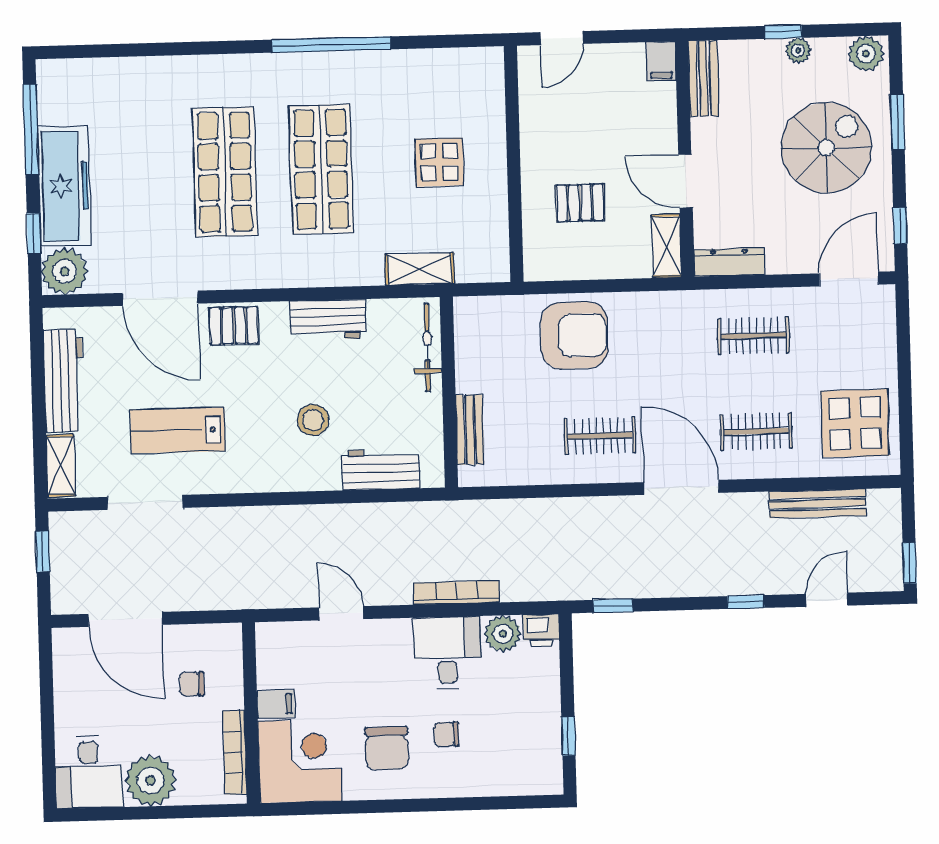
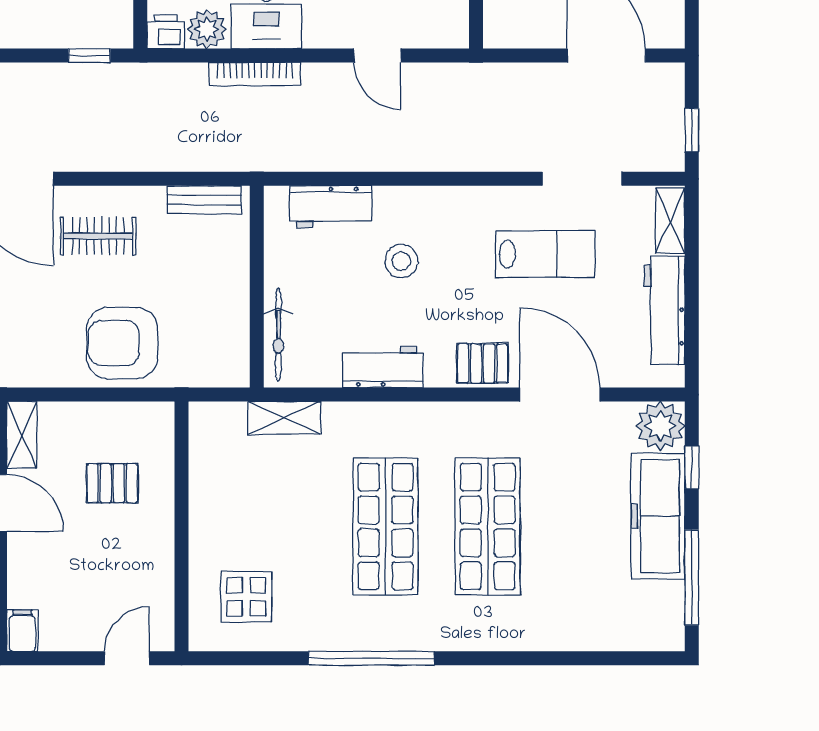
display table: (439, 162) -> (246, 597), moved
bench: (470, 430) -> (204, 200), moved, turned 90

